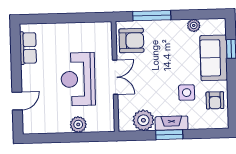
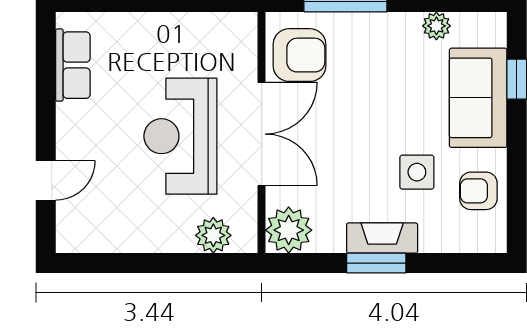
double door: (115, 77) -> (262, 134), width x1.37
armchair: (215, 100) -> (478, 191), turned 90
plant: (143, 120) -> (289, 230), moved
plant: (78, 124) -> (213, 235), moved

